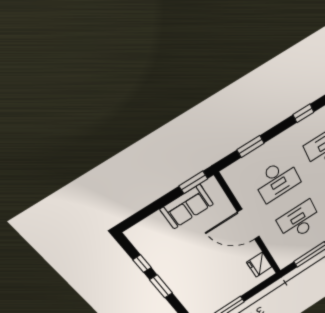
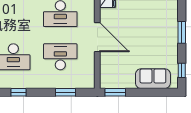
sofa: (187, 207) -> (153, 79), moved
window: (142, 264) -> (182, 70), moved

